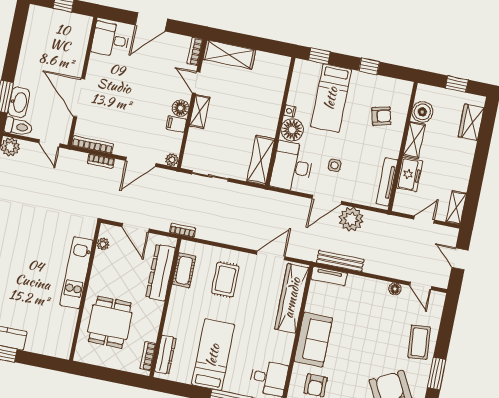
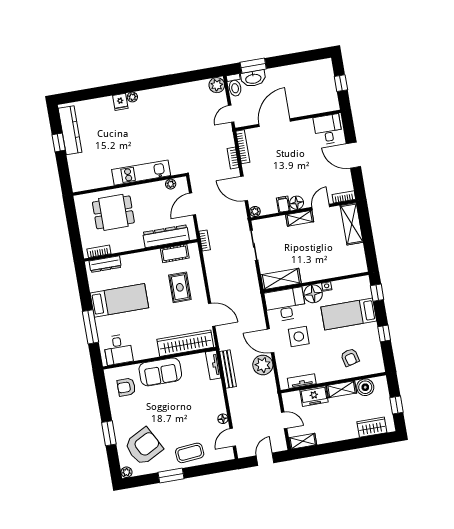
side table: (335, 165) -> (299, 336), width x1.87, depth x1.87
tv unit: (387, 182) -> (302, 381), width x0.71
rug: (225, 280) -> (180, 287), turned 90

